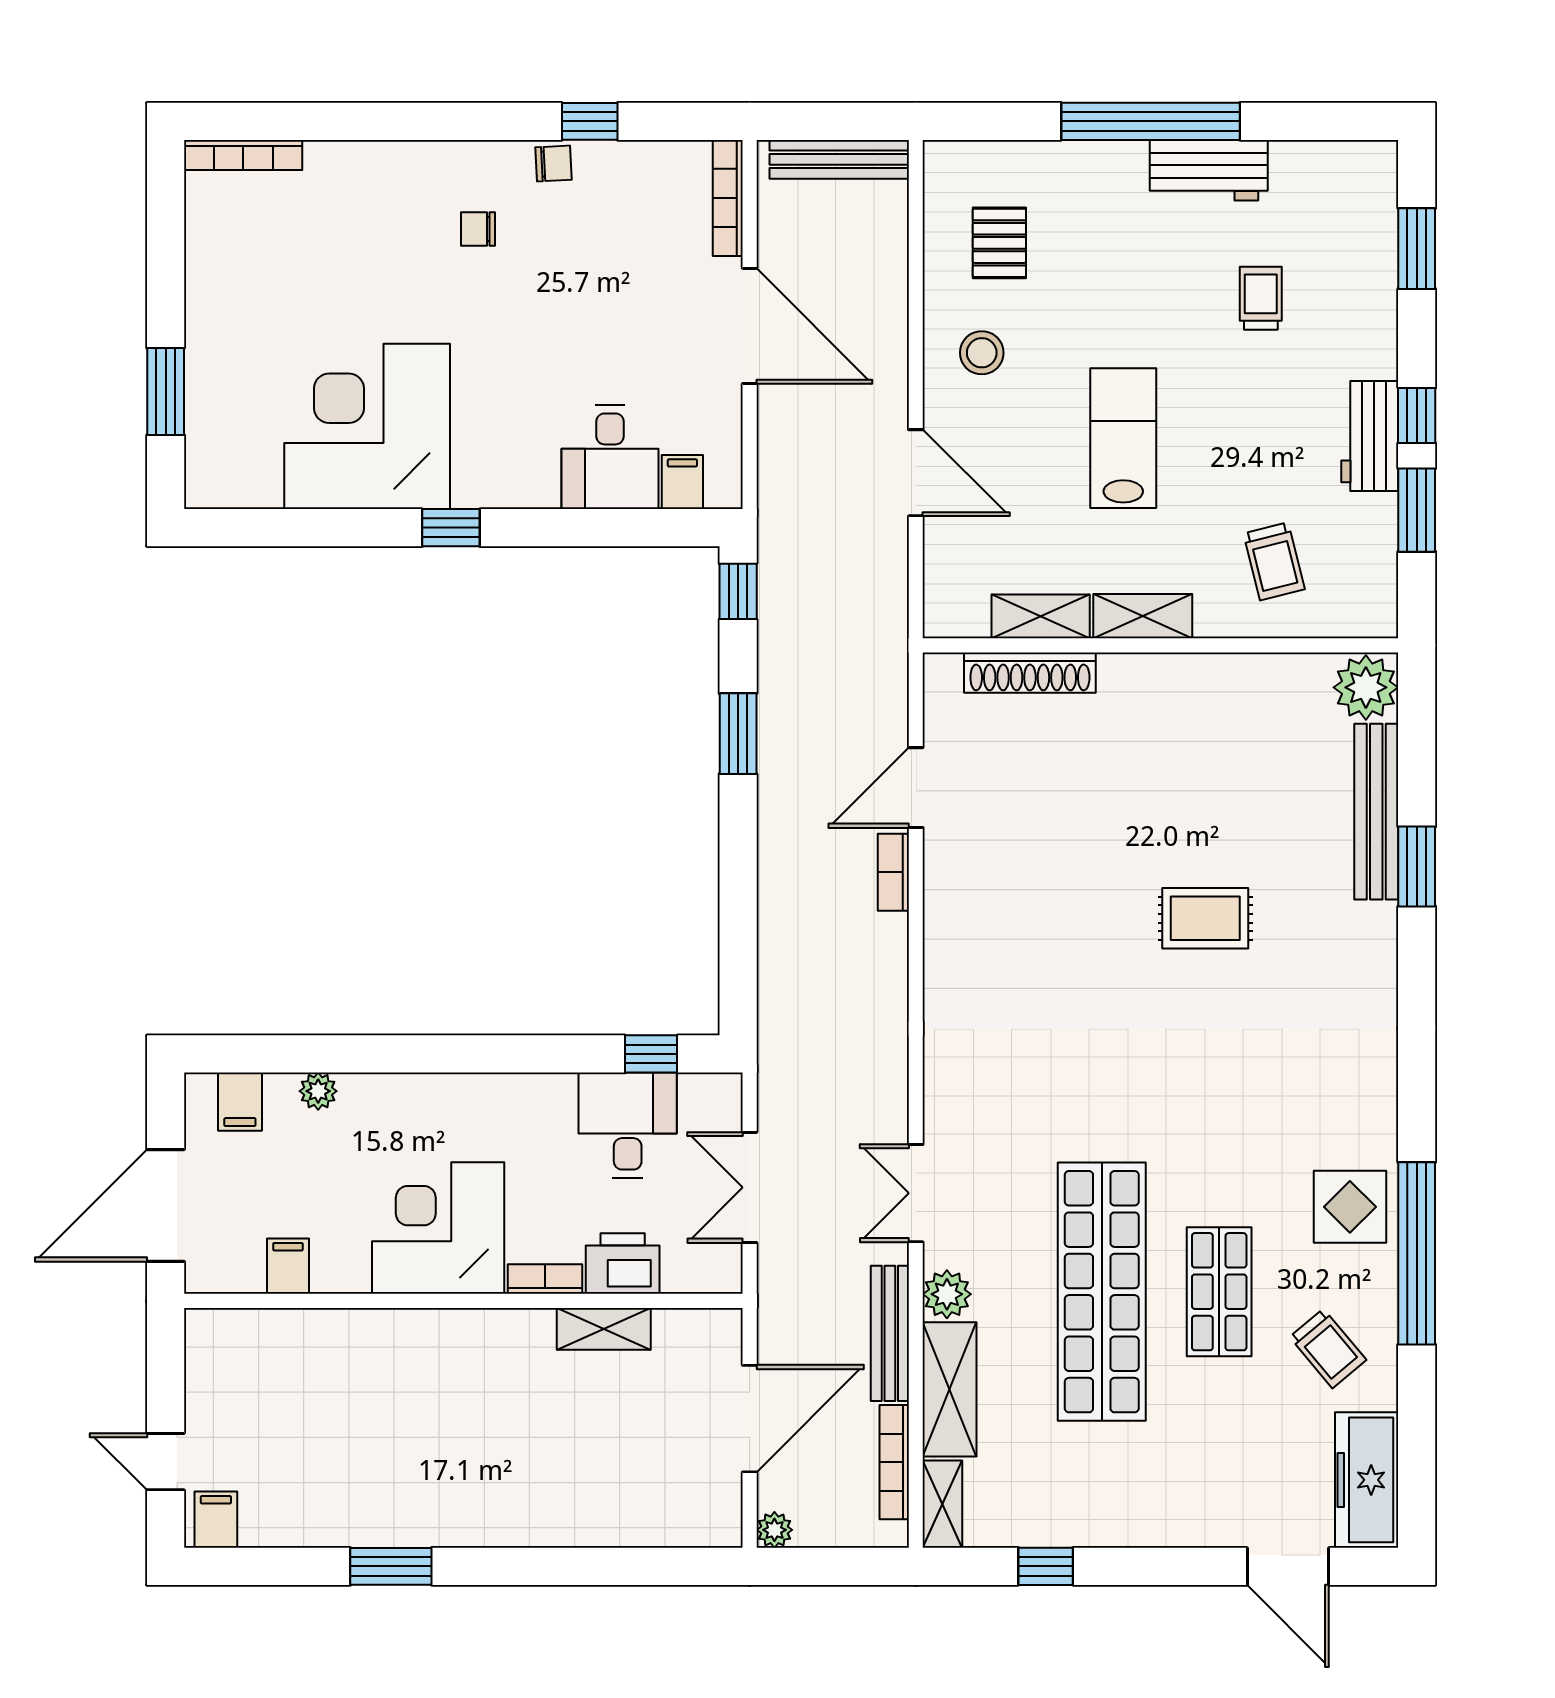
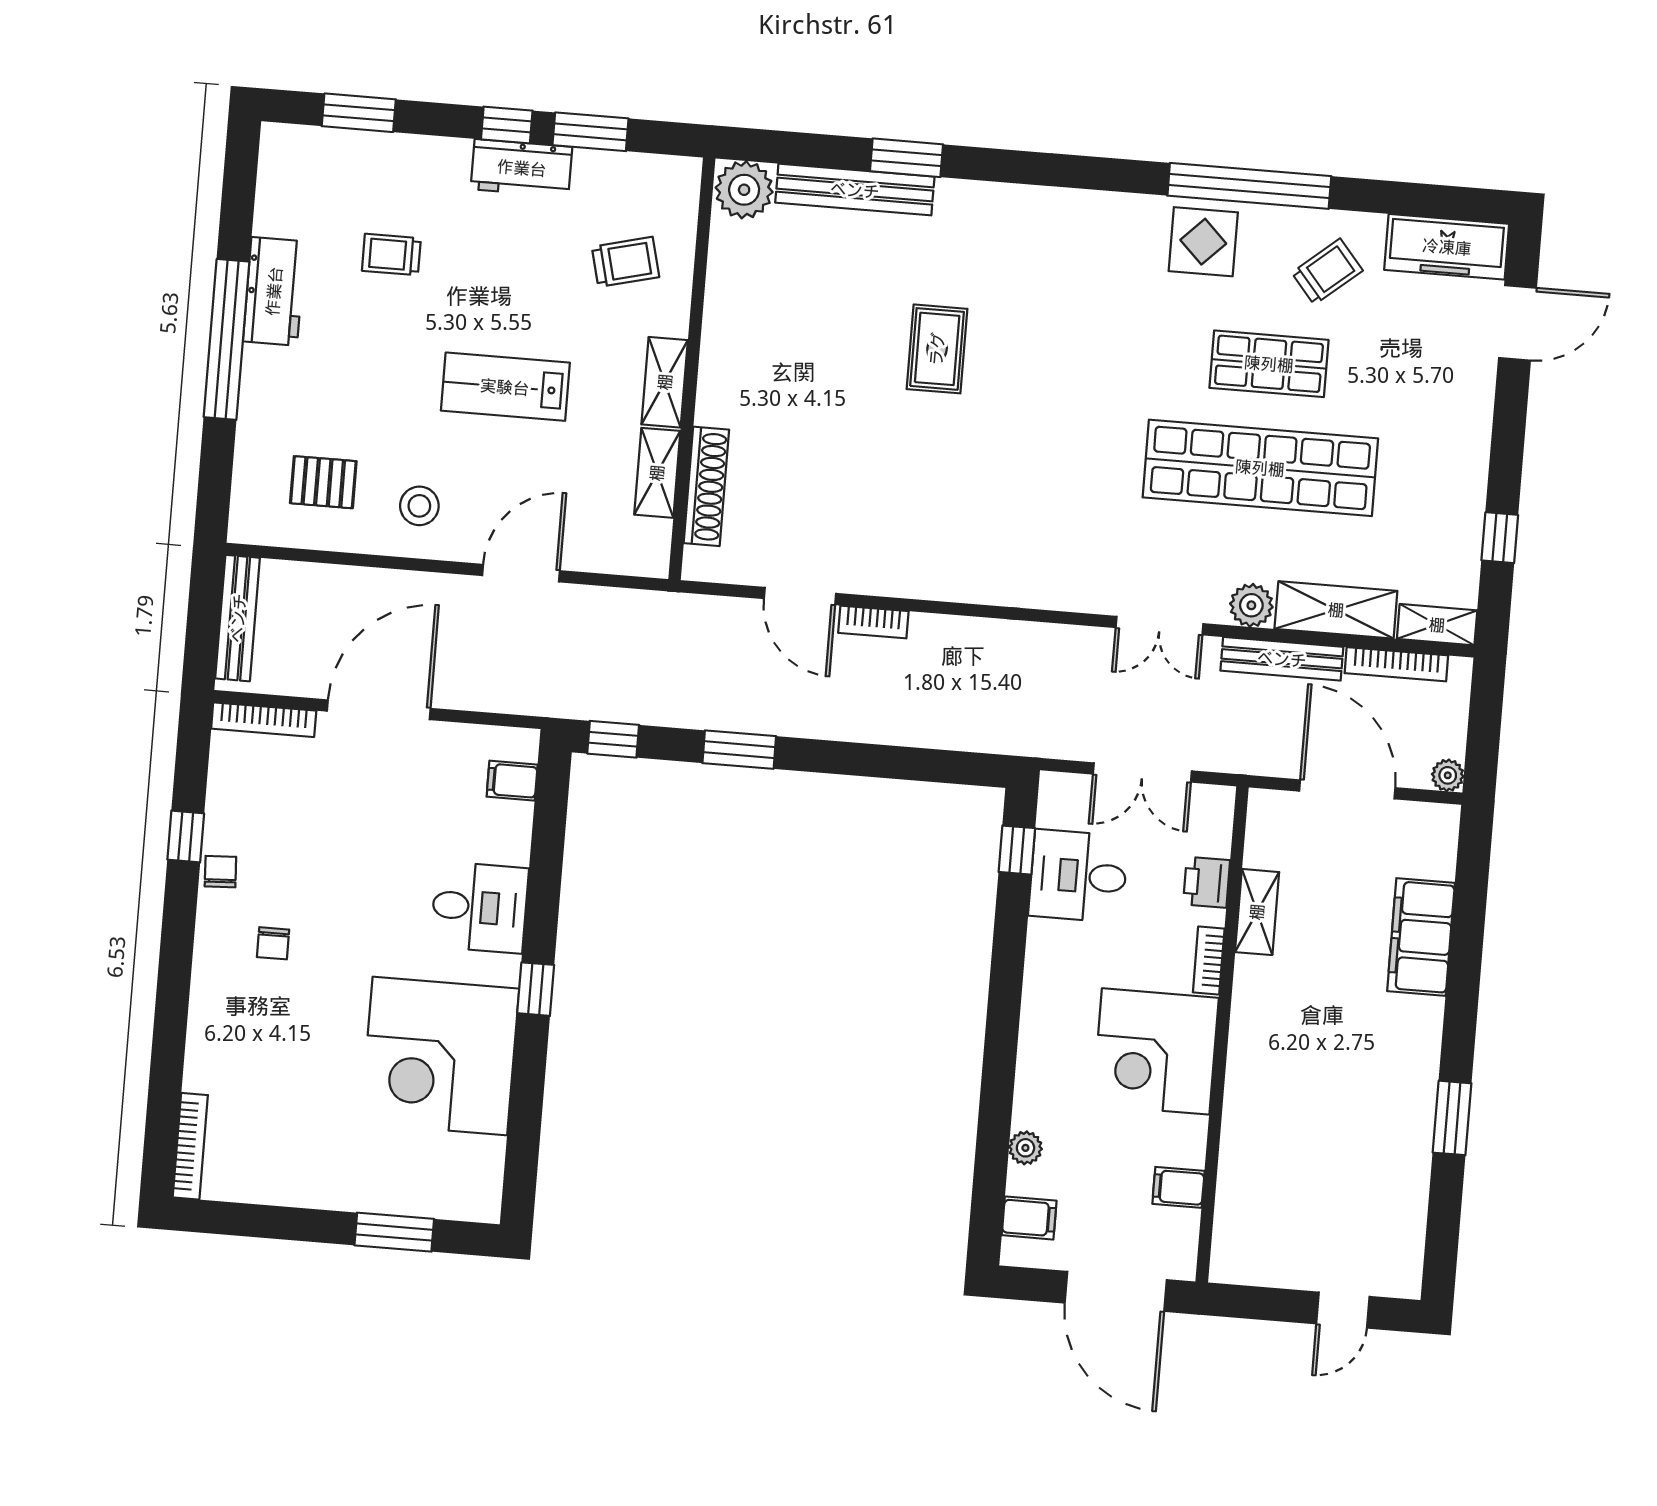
desk: (610, 457) -> (479, 907), moved
printer: (623, 1264) -> (1207, 882), width x0.73, depth x0.81
filing cabinet: (216, 1520) -> (1421, 937), moved, width x3.00, depth x1.17

